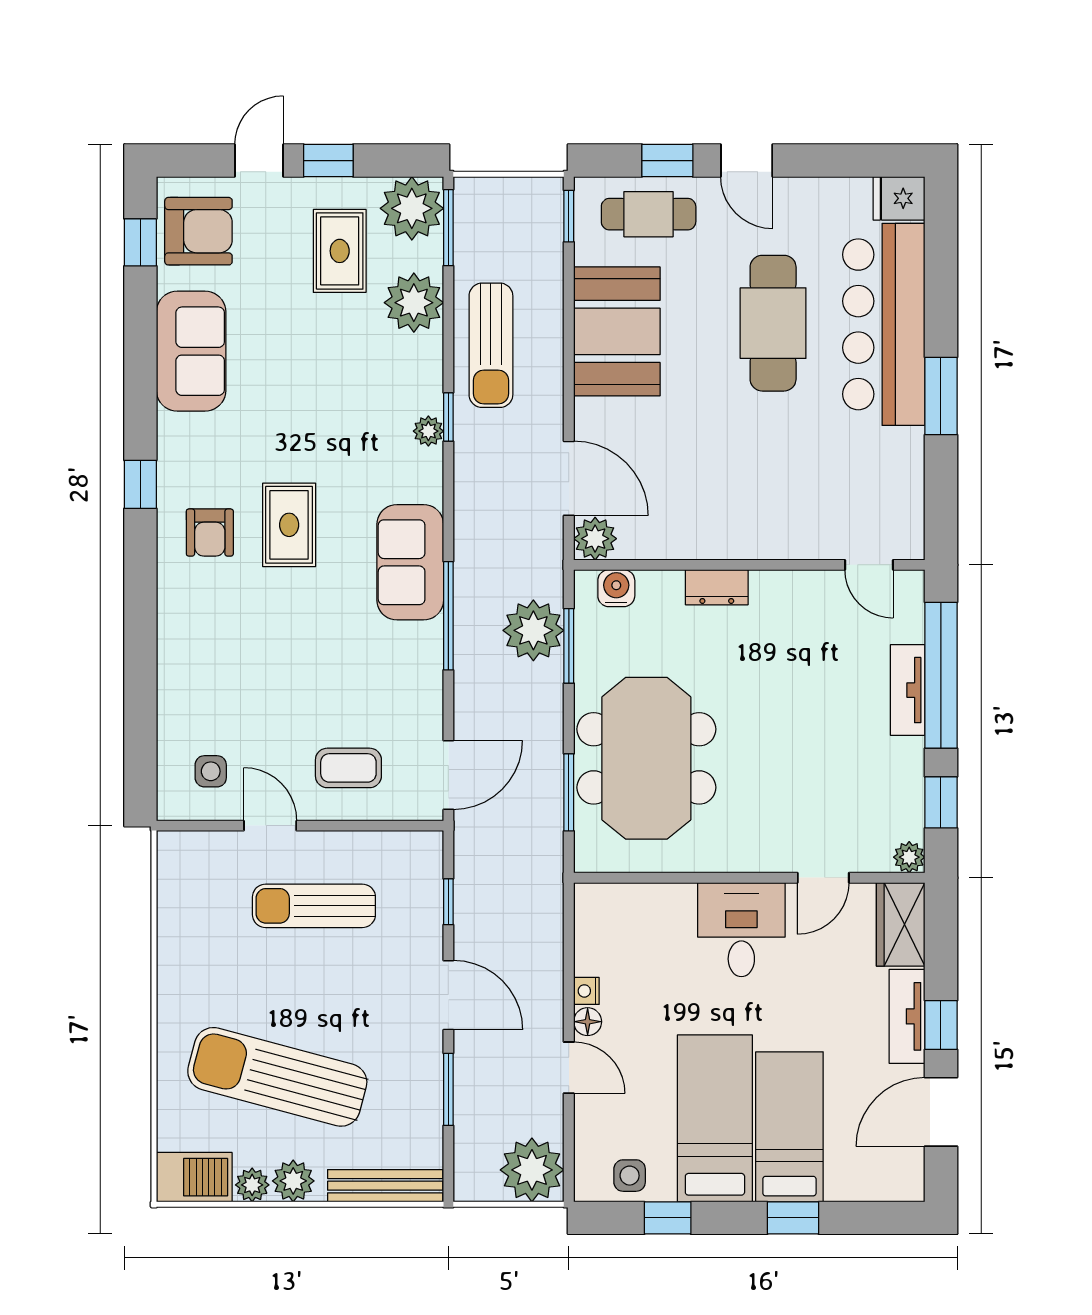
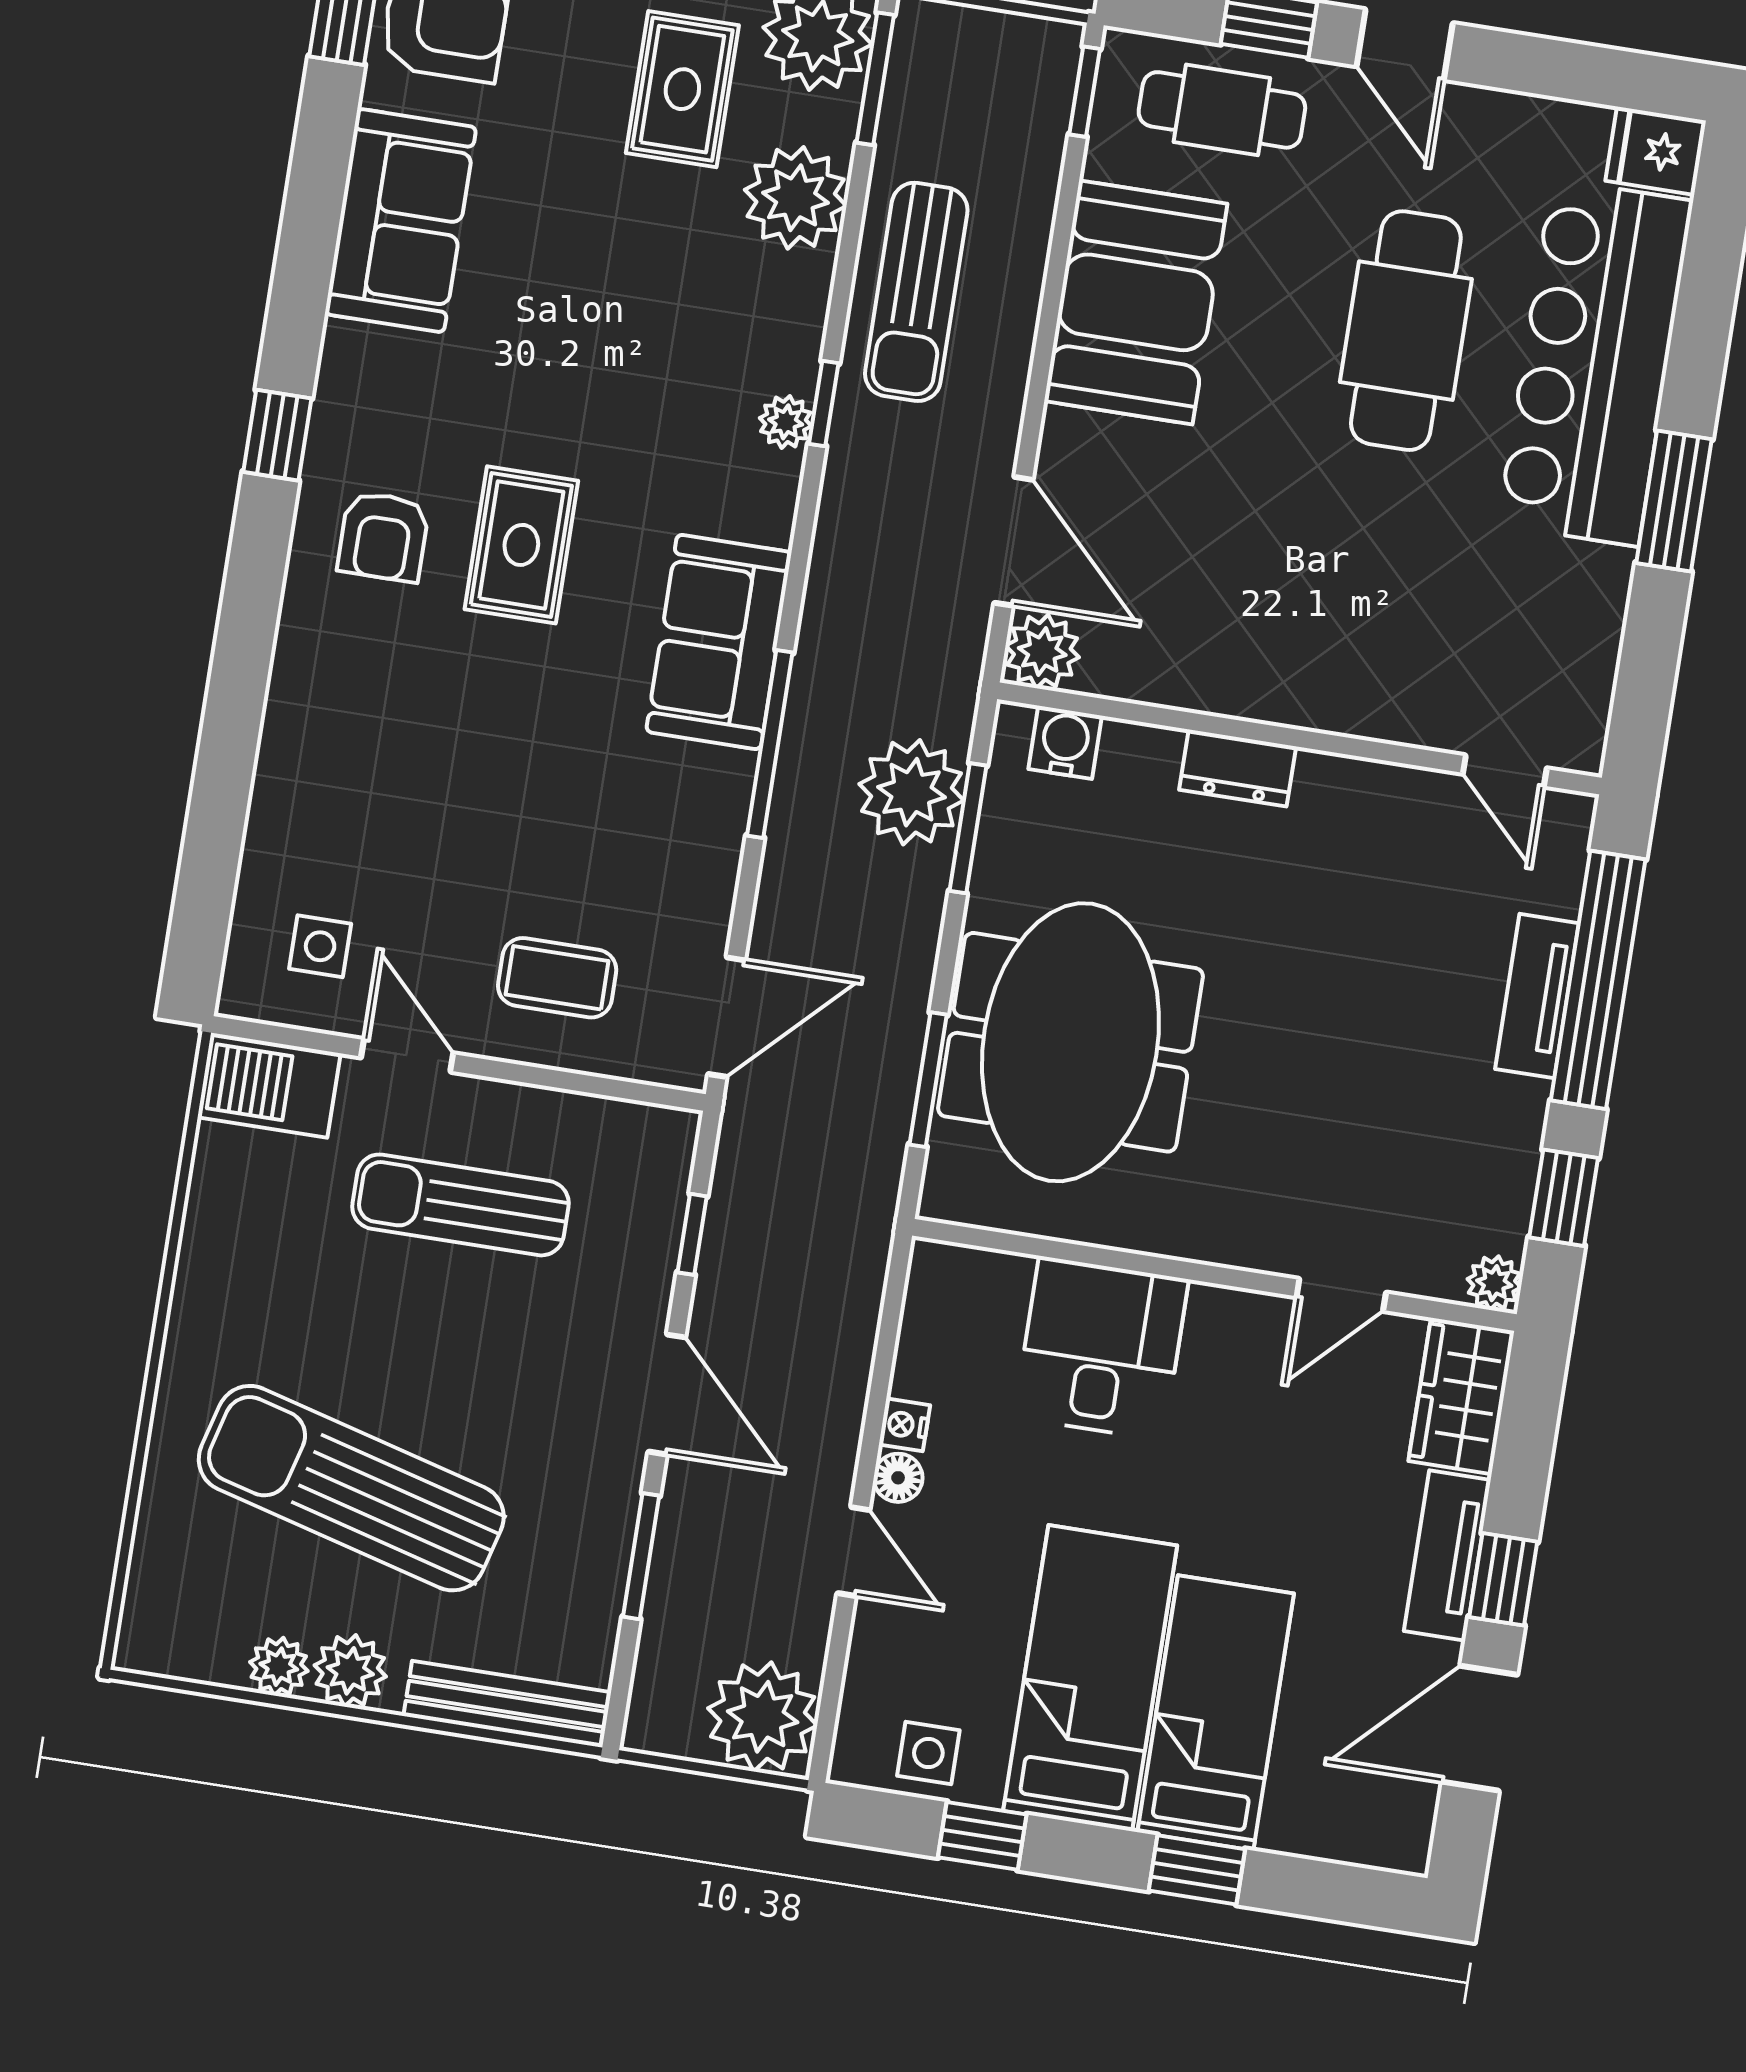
desk: (741, 930) -> (1101, 1348), moved
barbecue: (194, 1177) -> (269, 1085), moved, turned 180

